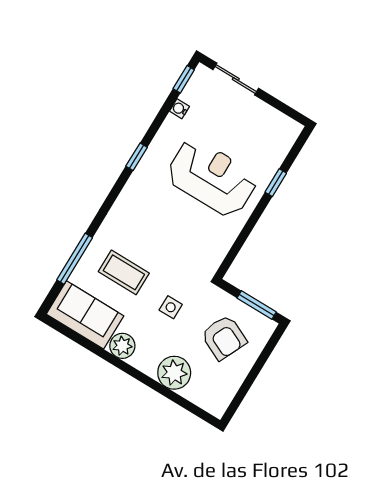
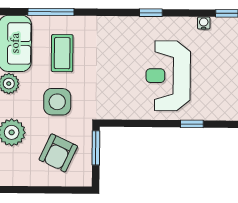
reception desk: (212, 178) -> (168, 76), turned 180
window: (257, 305) -> (96, 148), moved
side table: (171, 307) -> (57, 102), width x1.87, depth x1.87

